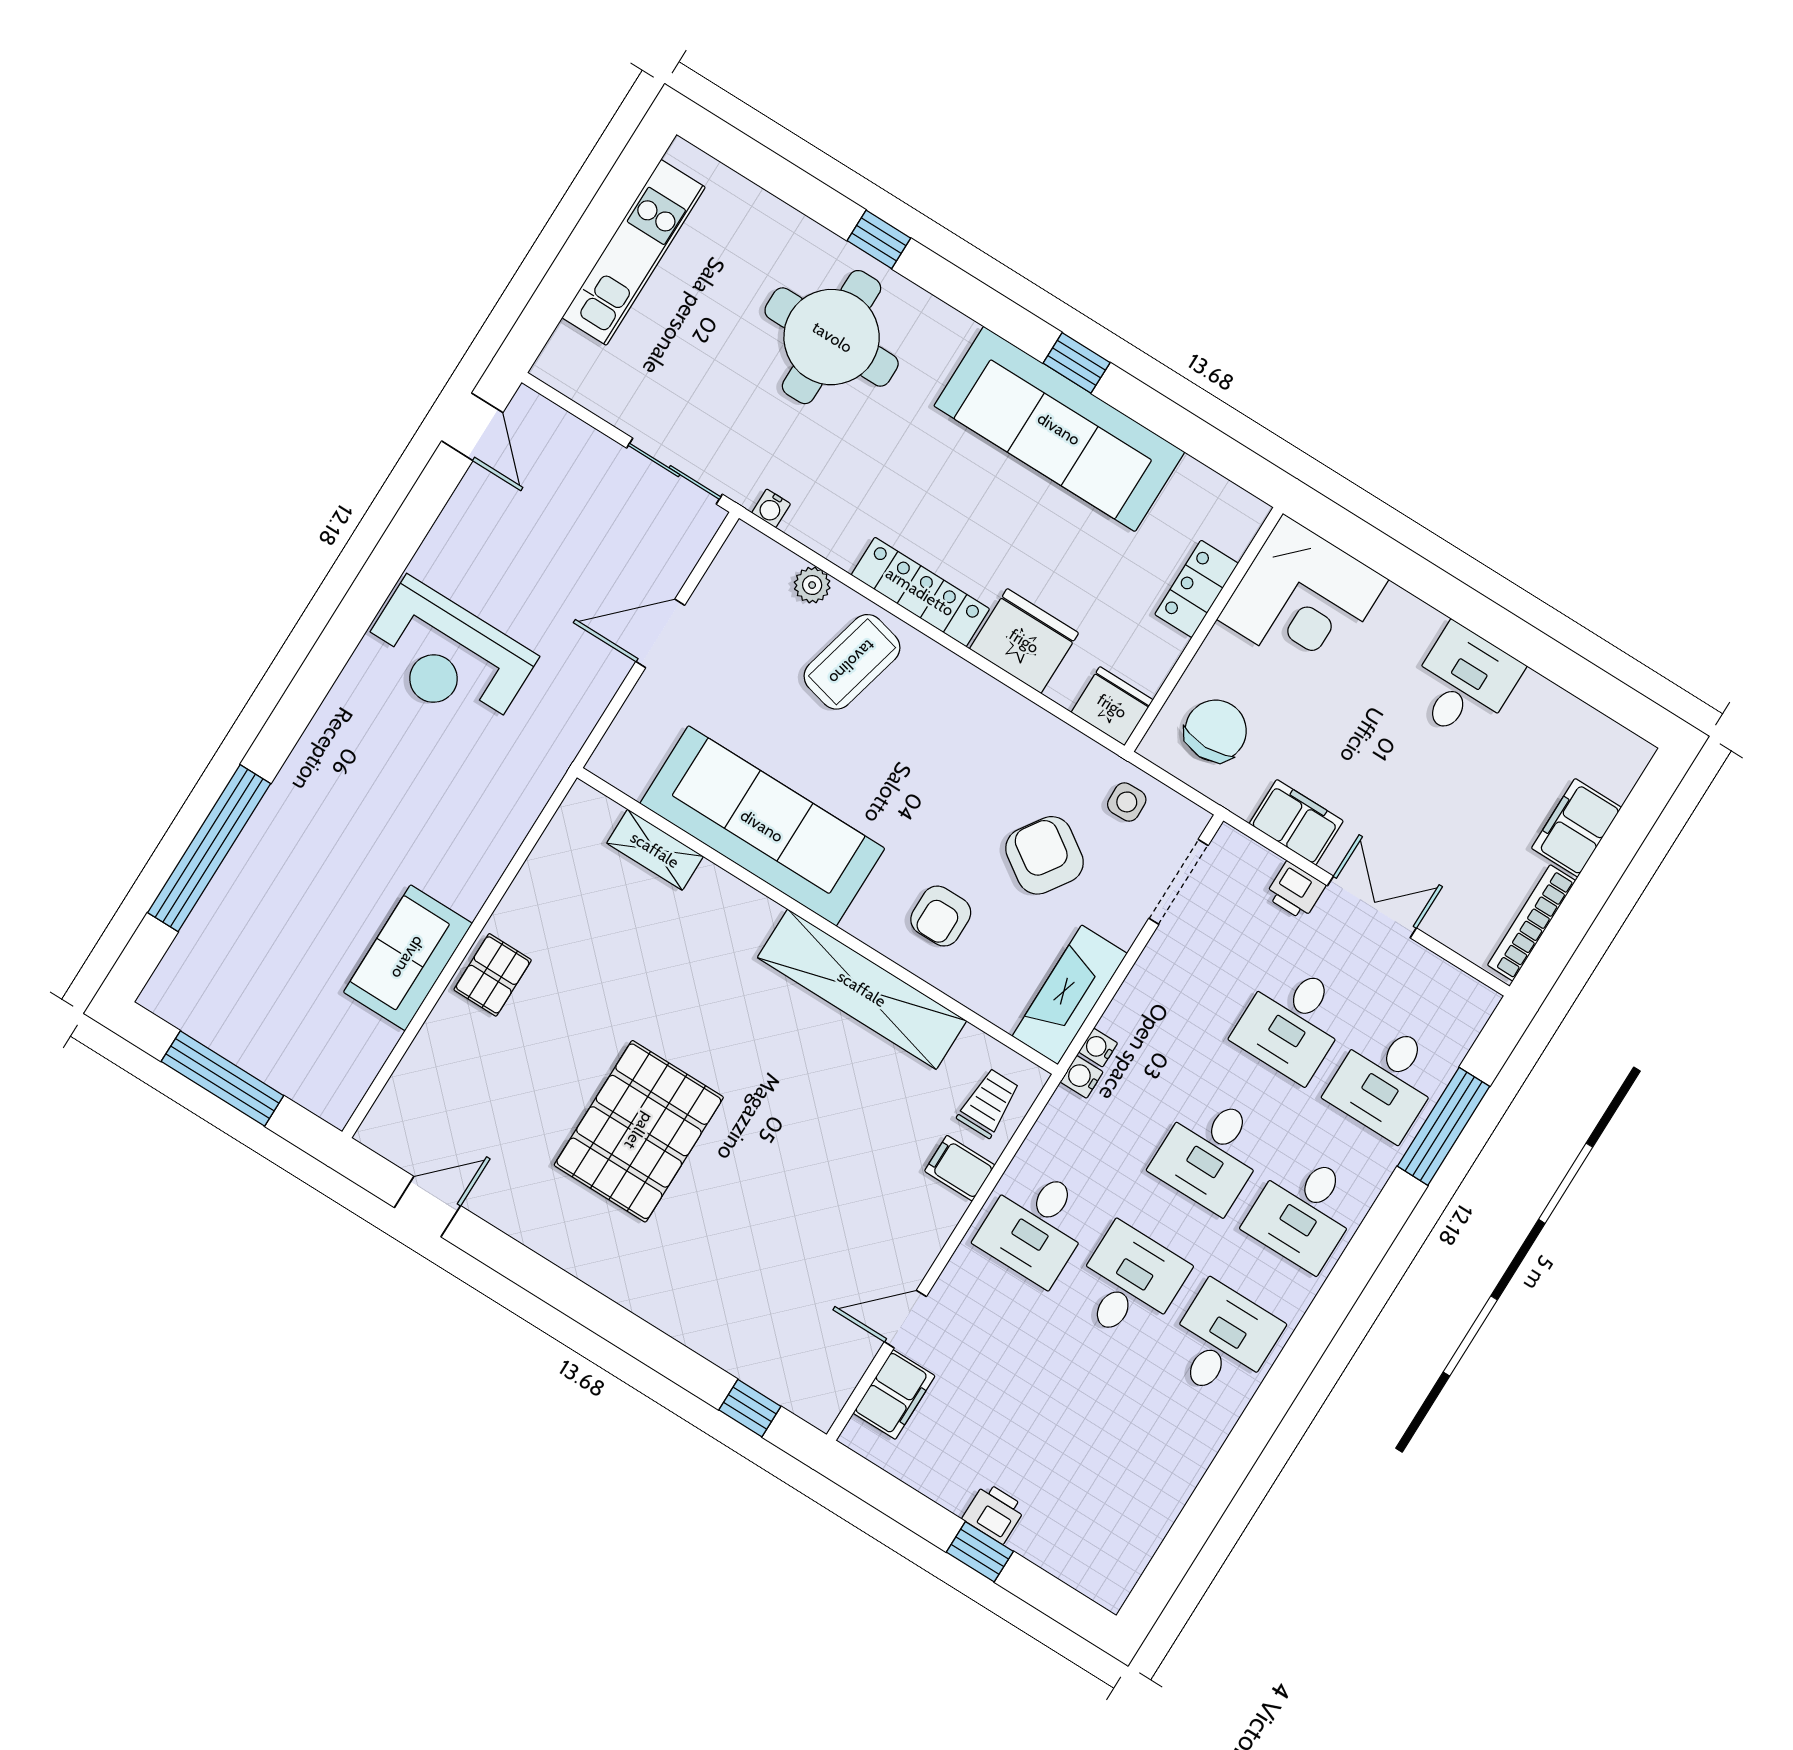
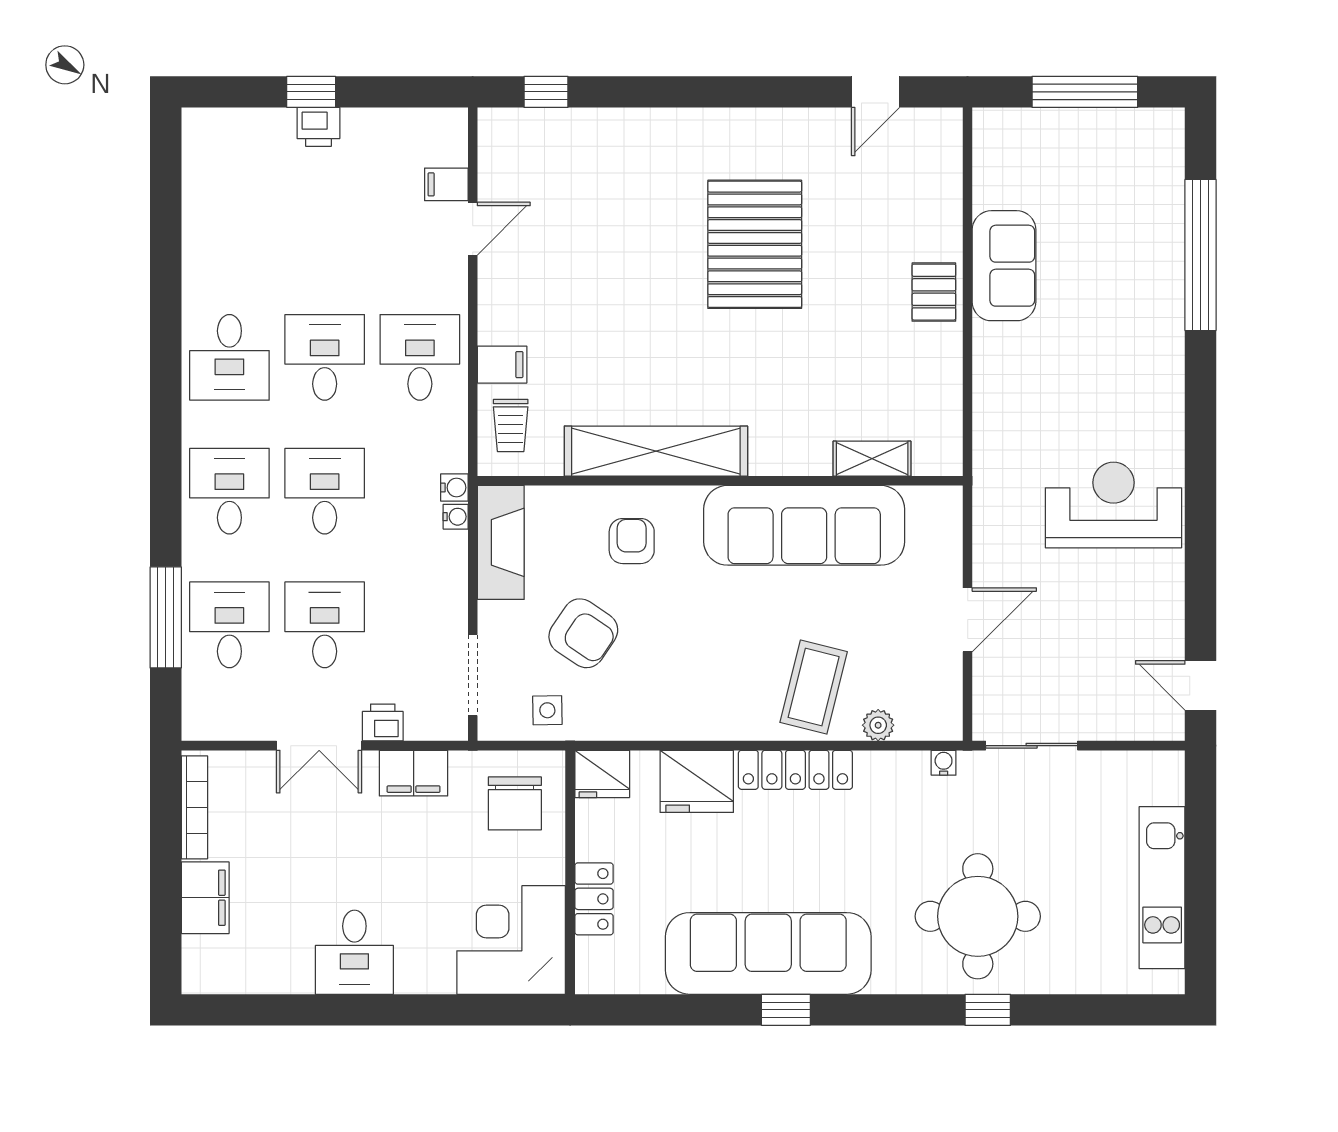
desk: (1129, 1284) -> (325, 357), turned 180
filing cabinet: (894, 1394) -> (446, 184), width x0.50

